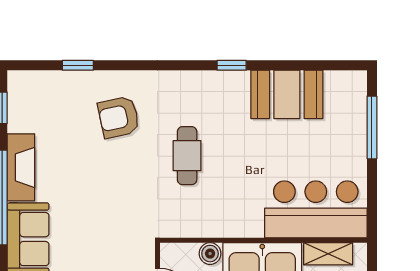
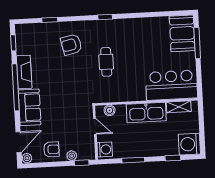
window: (232, 65) -> (105, 17), moved
booth: (287, 94) -> (182, 33), moved, turned 90
boiler: (210, 254) -> (110, 110), moved

